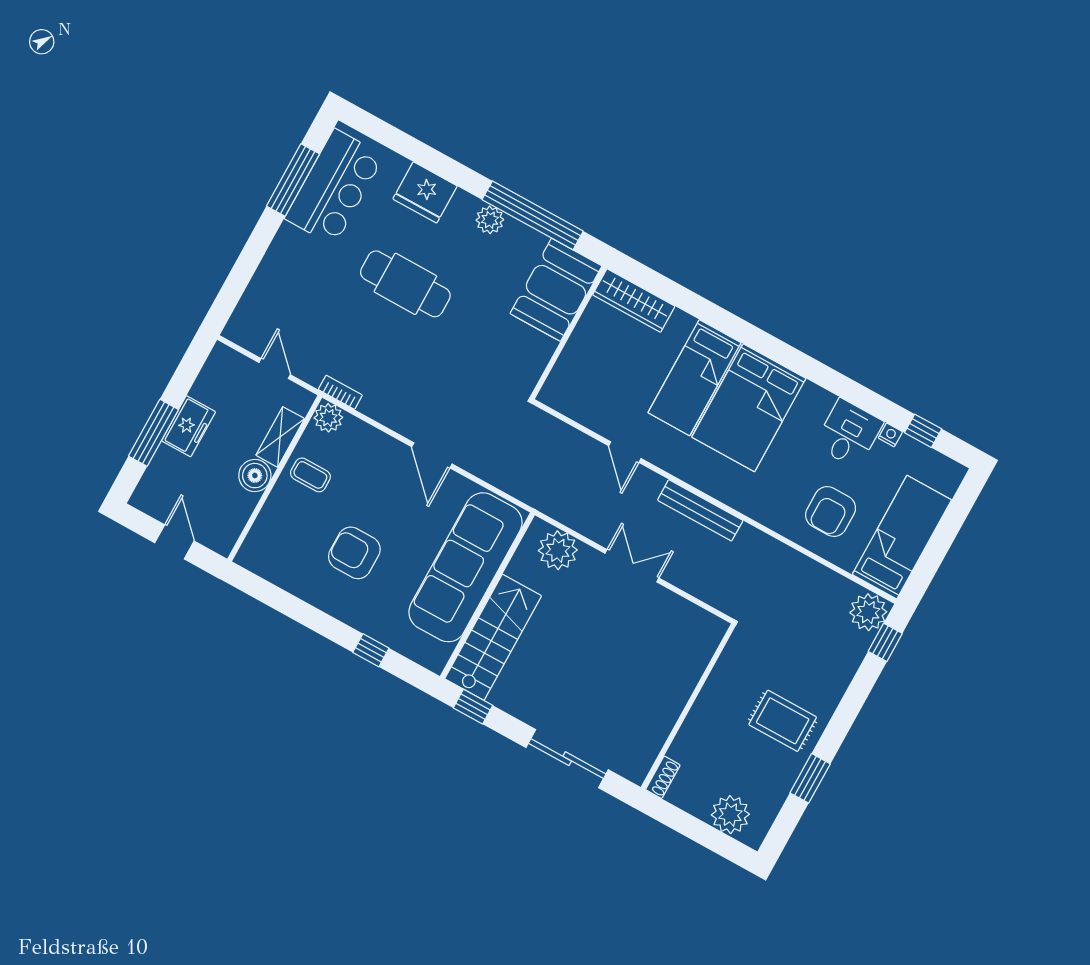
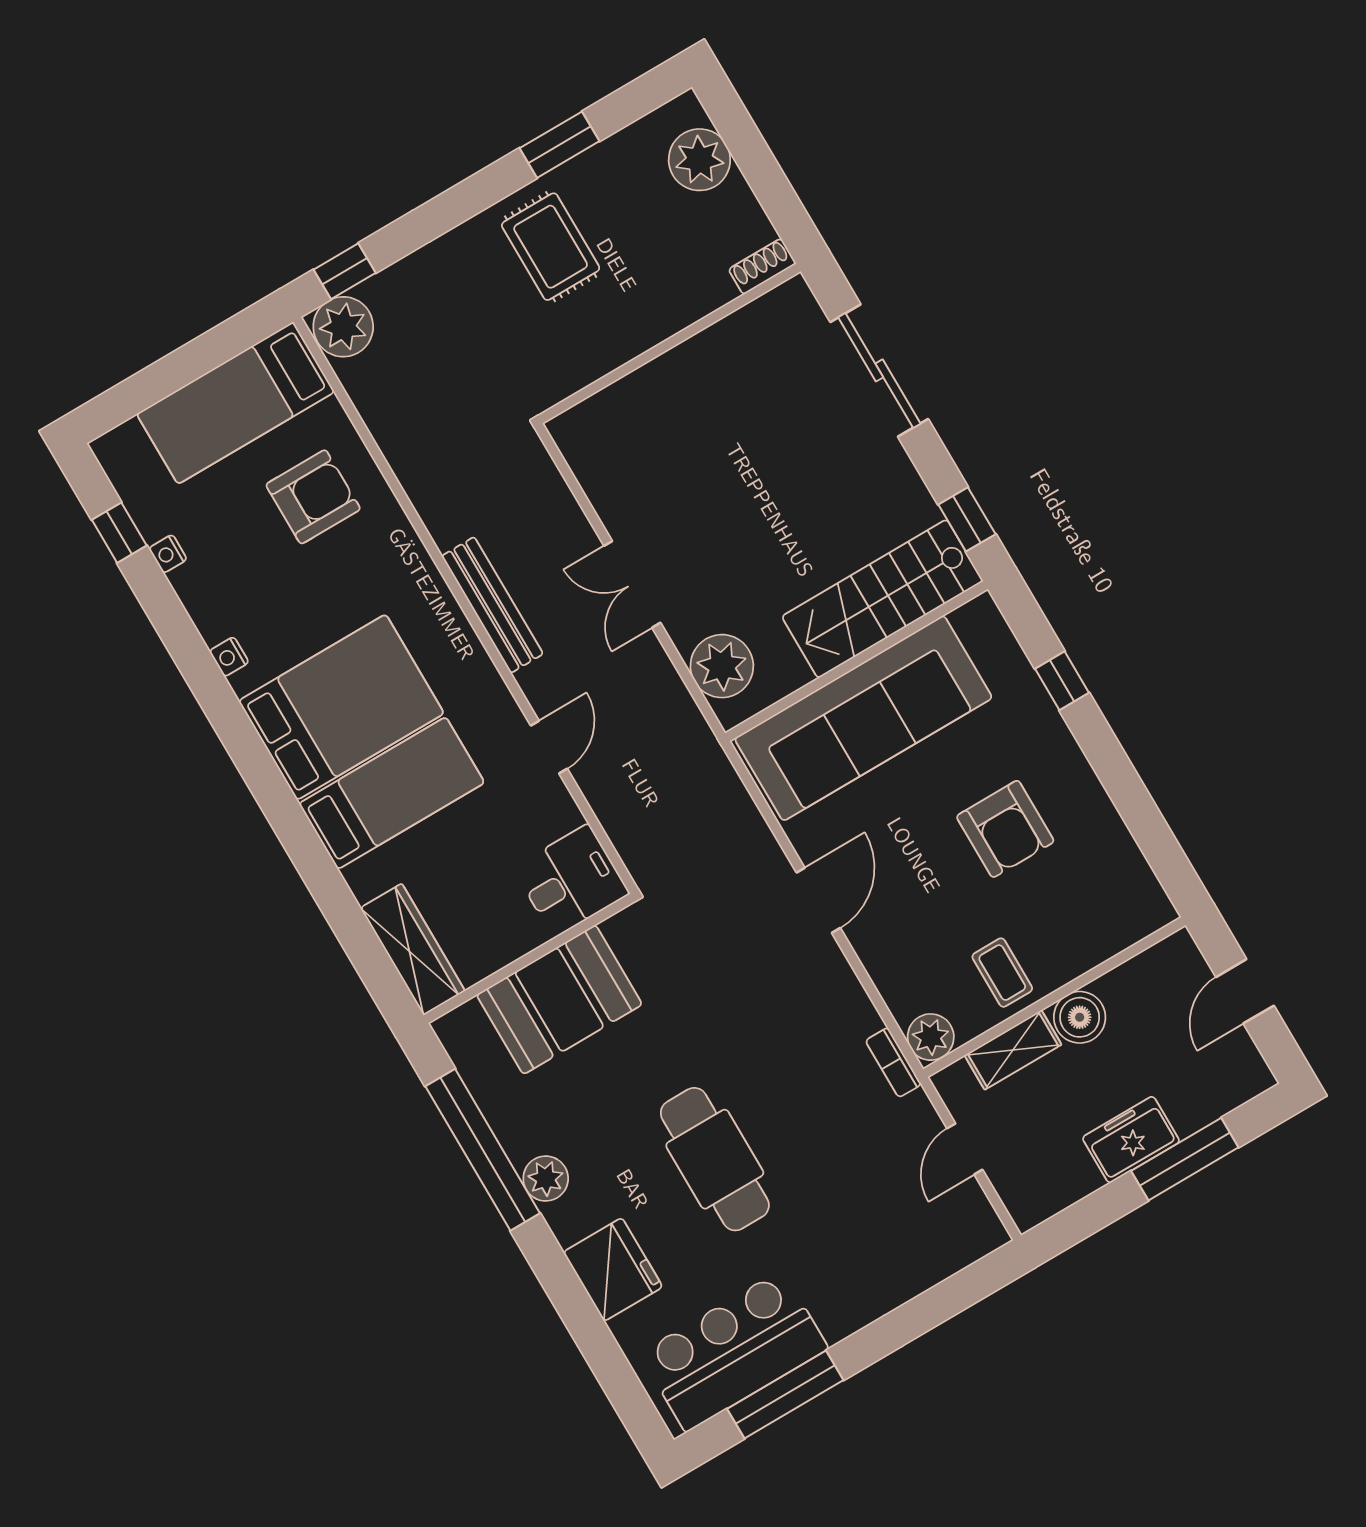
booth: (556, 290) -> (559, 1000), moved
nightstand: (825, 399) -> (229, 657), added
desk: (849, 434) -> (571, 881), moved, turned 180

